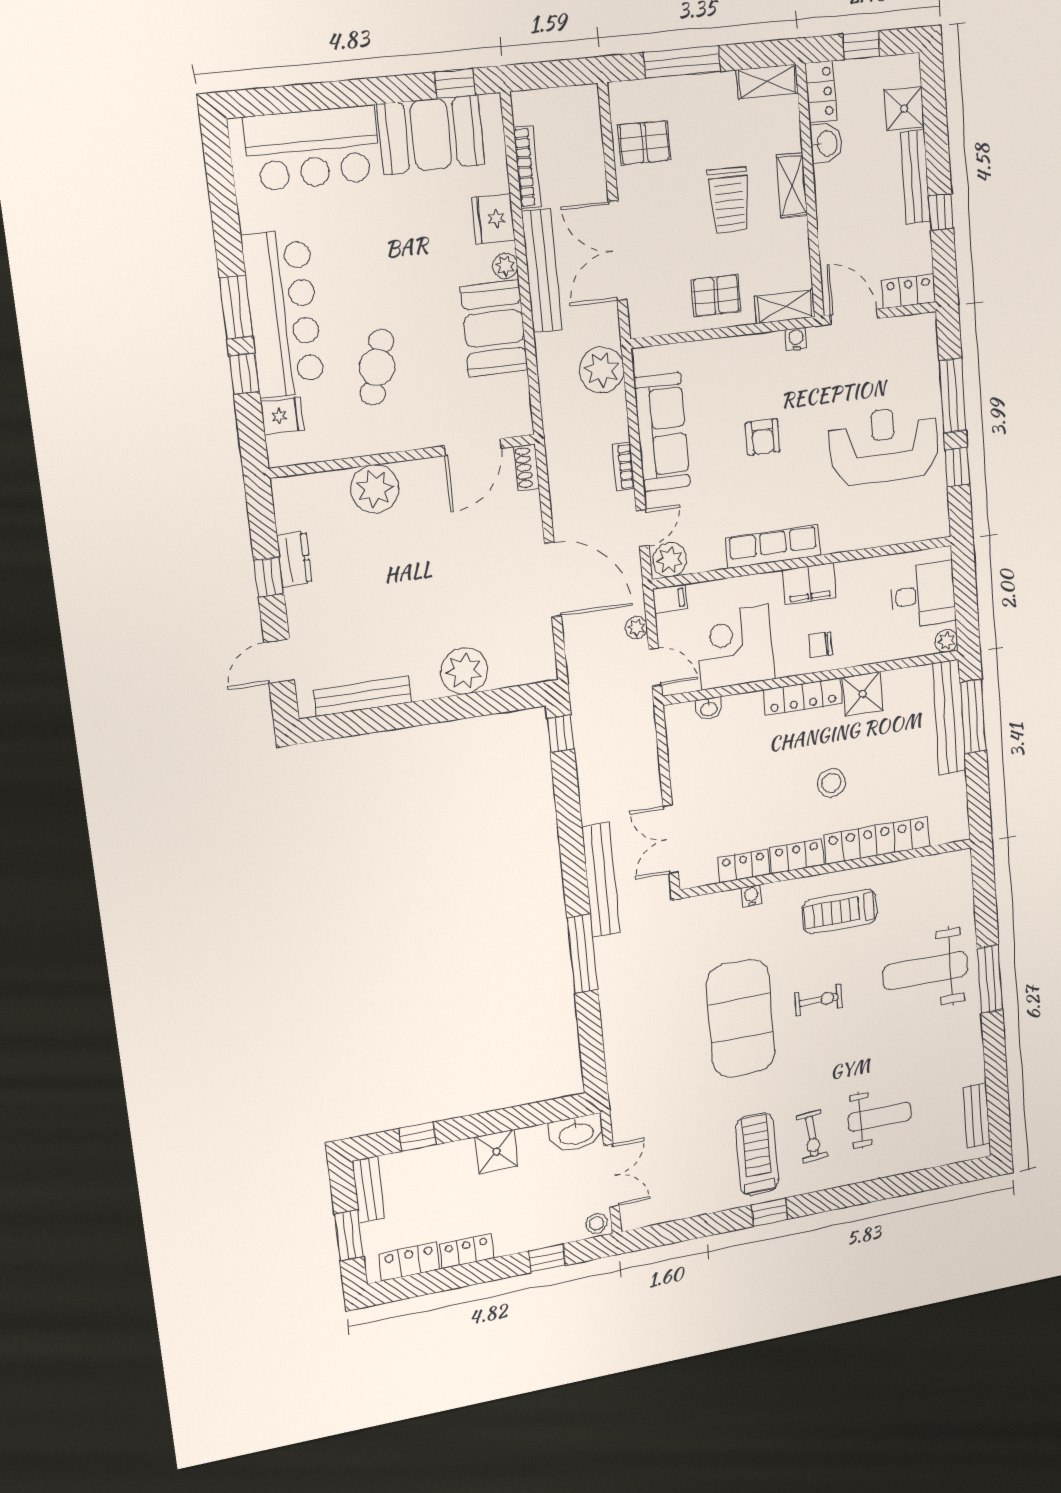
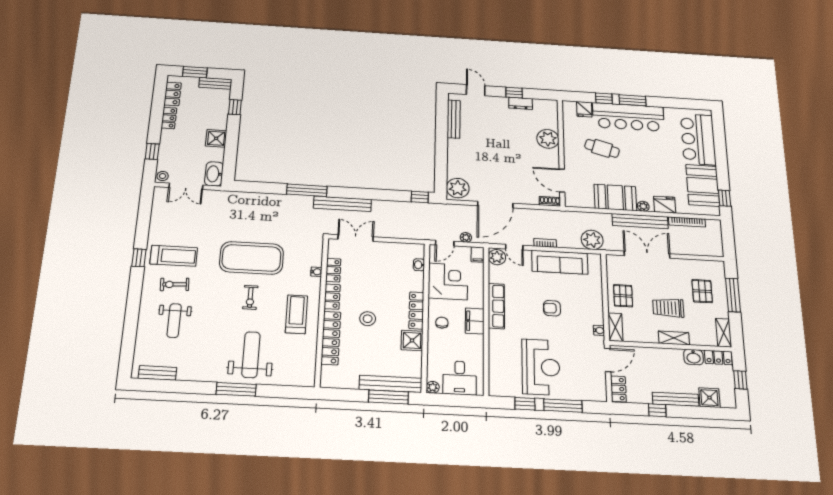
pallet: (644, 143) -> (702, 291), moved
plant: (464, 671) -> (458, 188), moved

